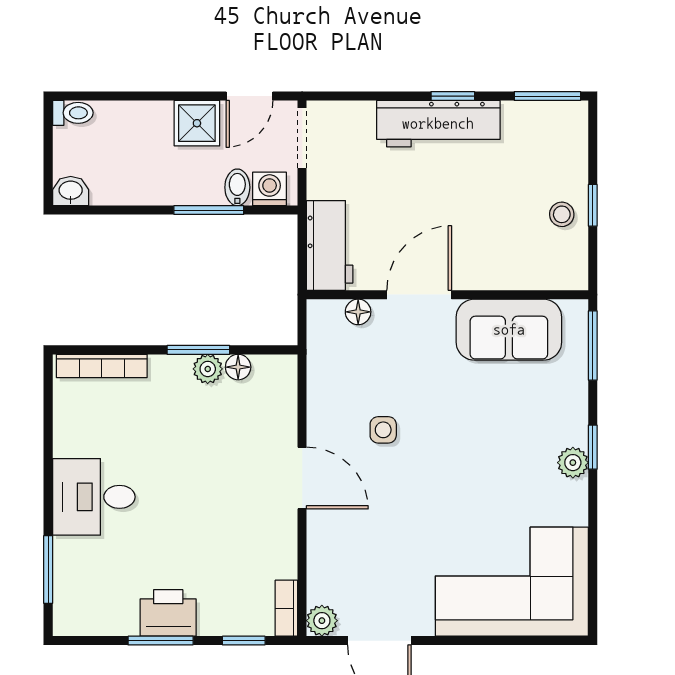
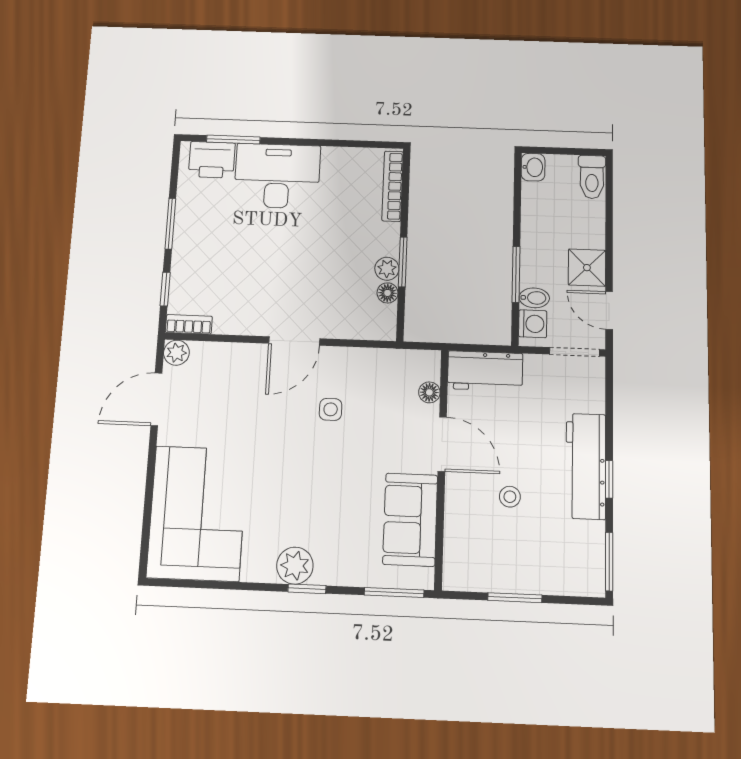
toilet: (73, 113) -> (592, 177), width x1.37, depth x1.39
window: (593, 205) -> (515, 598), width x1.50
stool: (562, 214) -> (510, 497), moved
plant: (573, 463) -> (295, 566), width x1.38, depth x1.38
desk: (94, 497) -> (277, 176), width x1.37
printer: (168, 613) -> (212, 160), moved, turned 90

